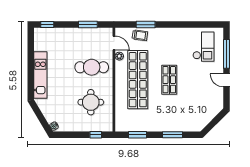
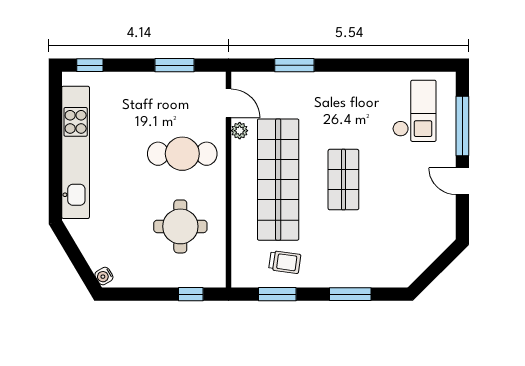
trolley: (140, 35) -> (285, 262), moved
kitchen unit: (40, 75) -> (76, 152), width x1.36

